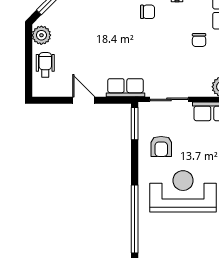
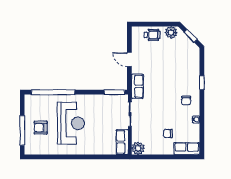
door: (84, 100) -> (129, 60), swing flipped
armchair: (161, 146) -> (41, 128), moved

